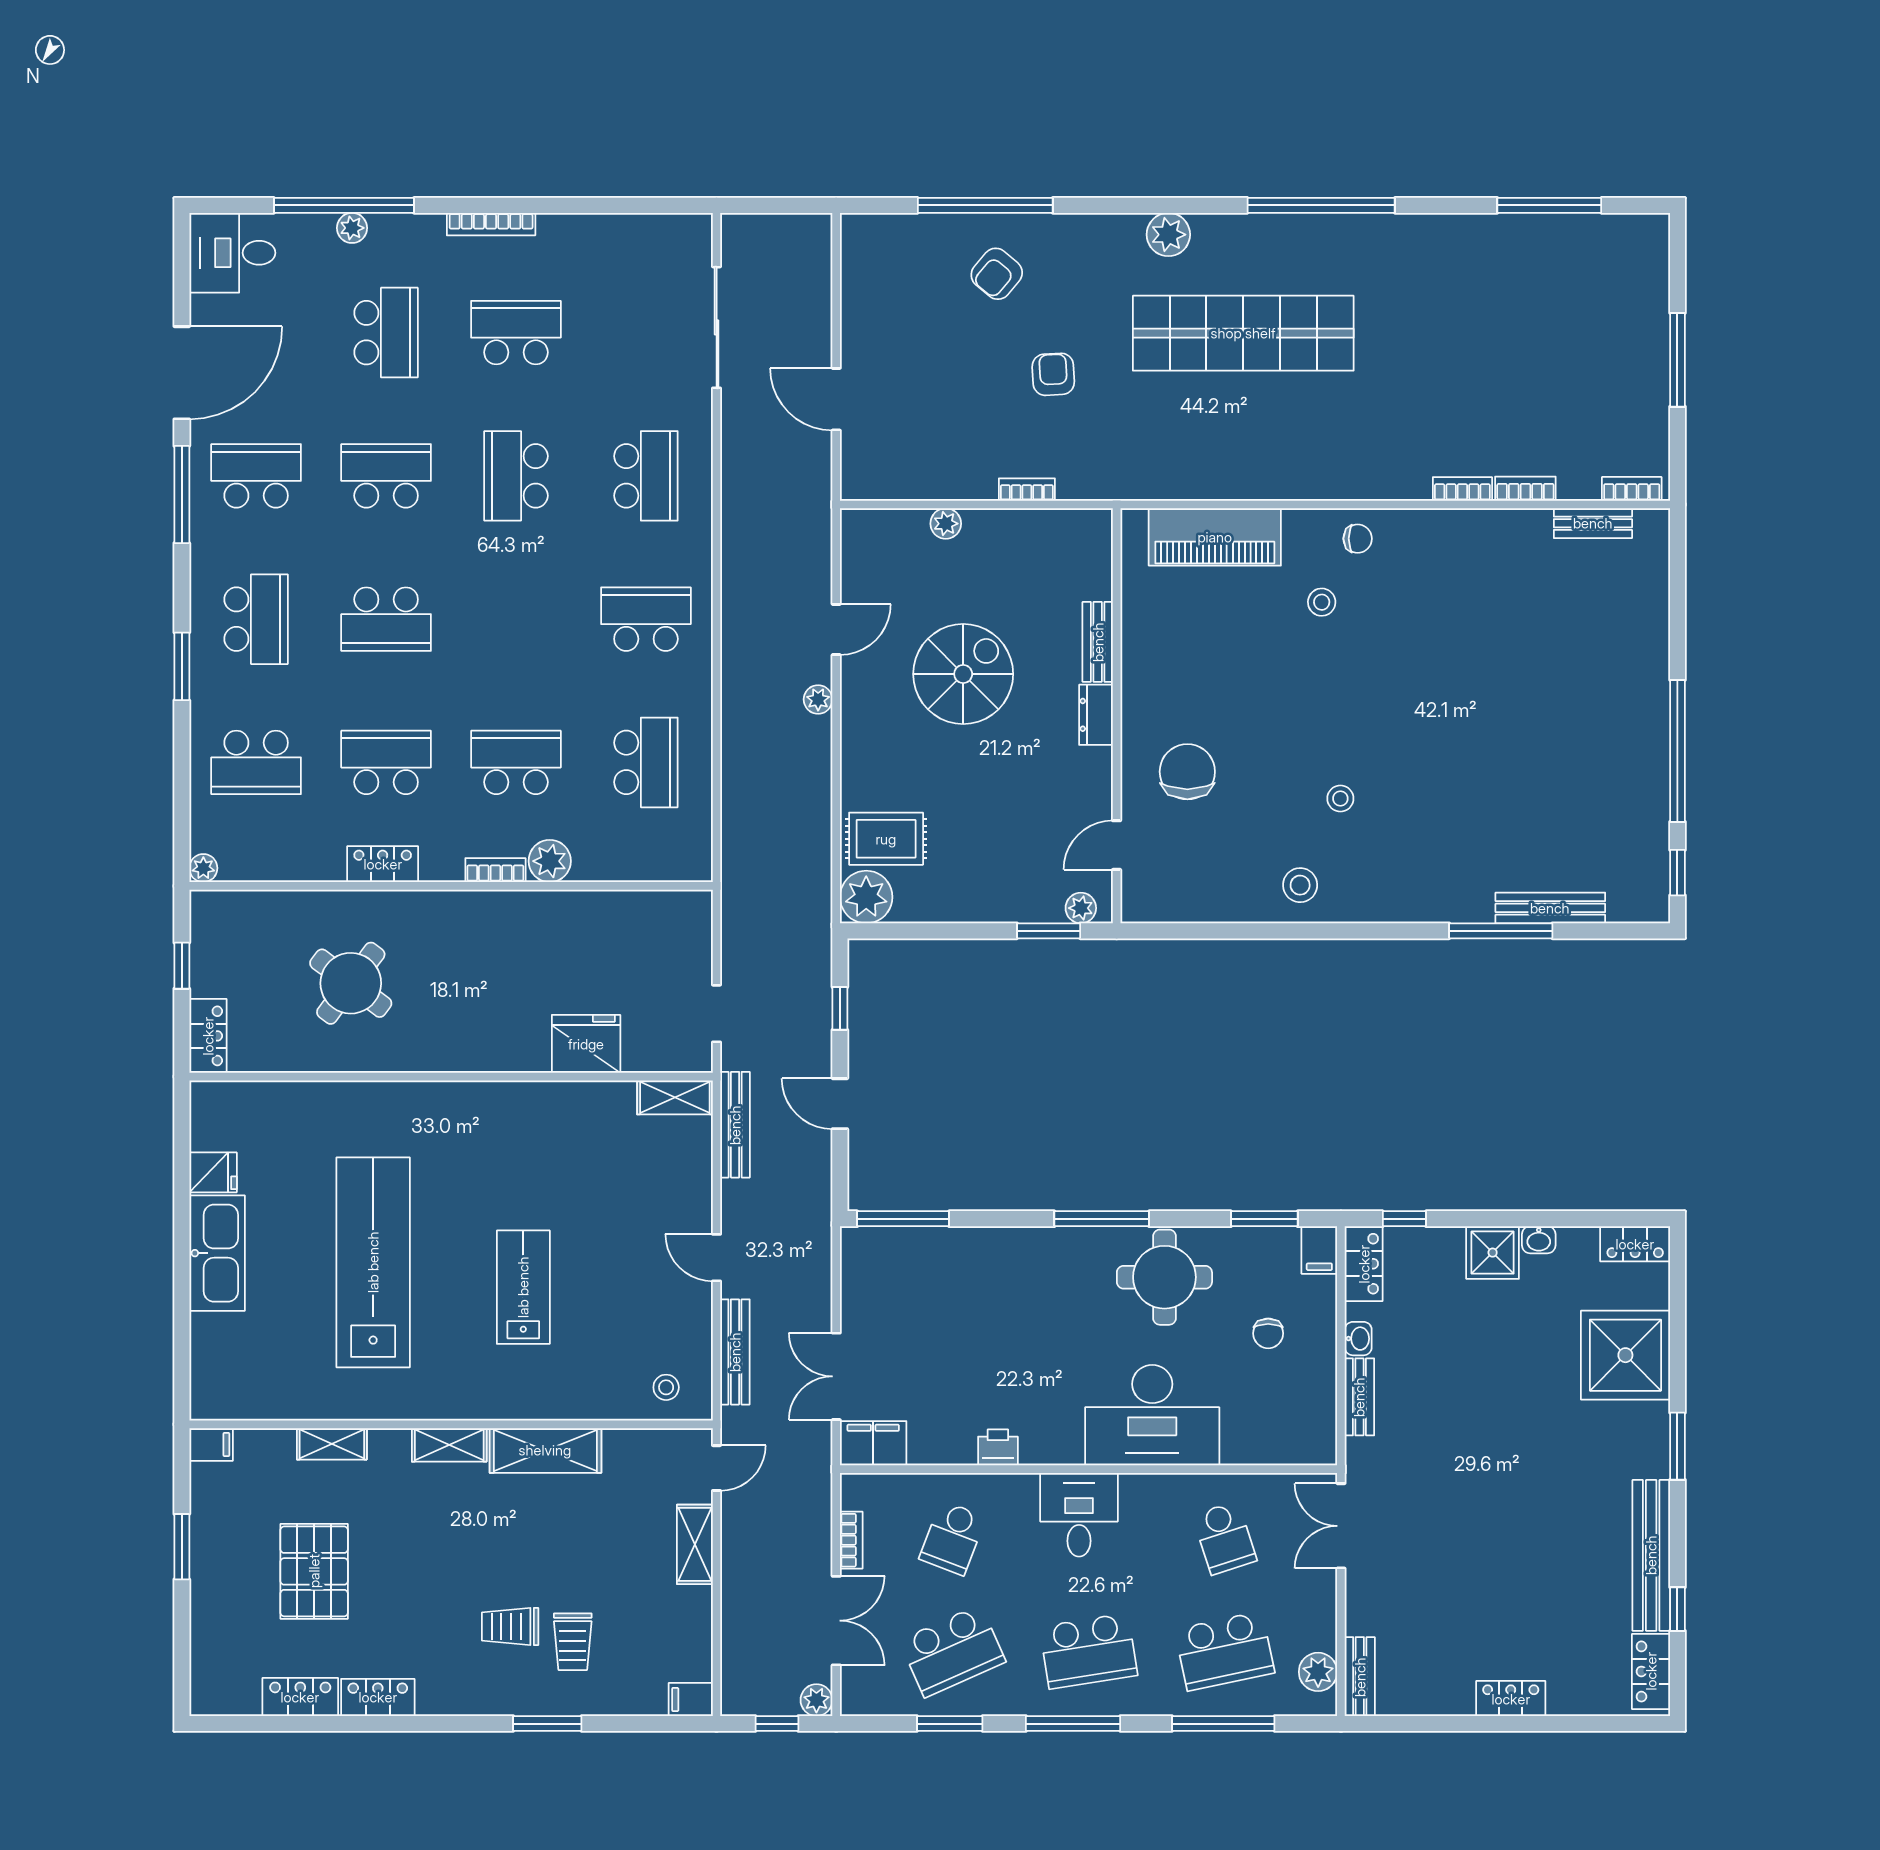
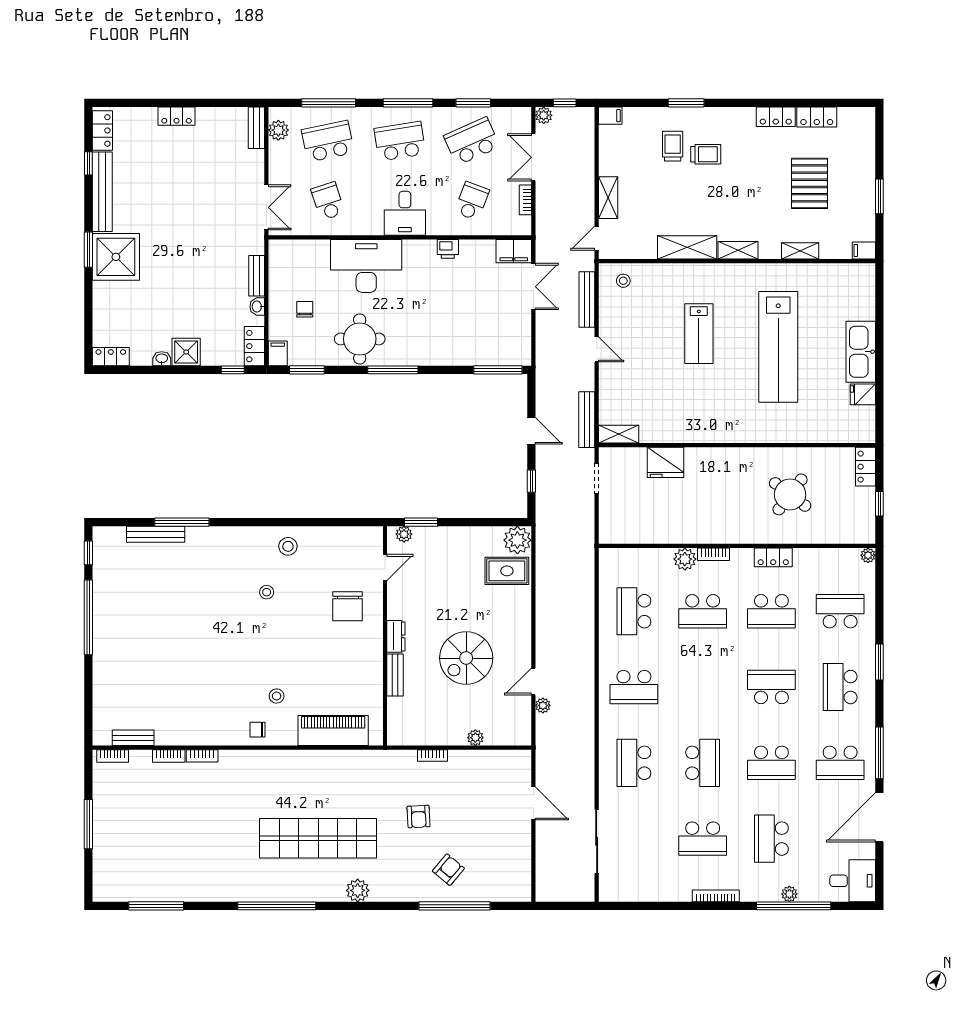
plant: (818, 699) -> (543, 705), moved
shower: (1625, 1355) -> (116, 257), moved

